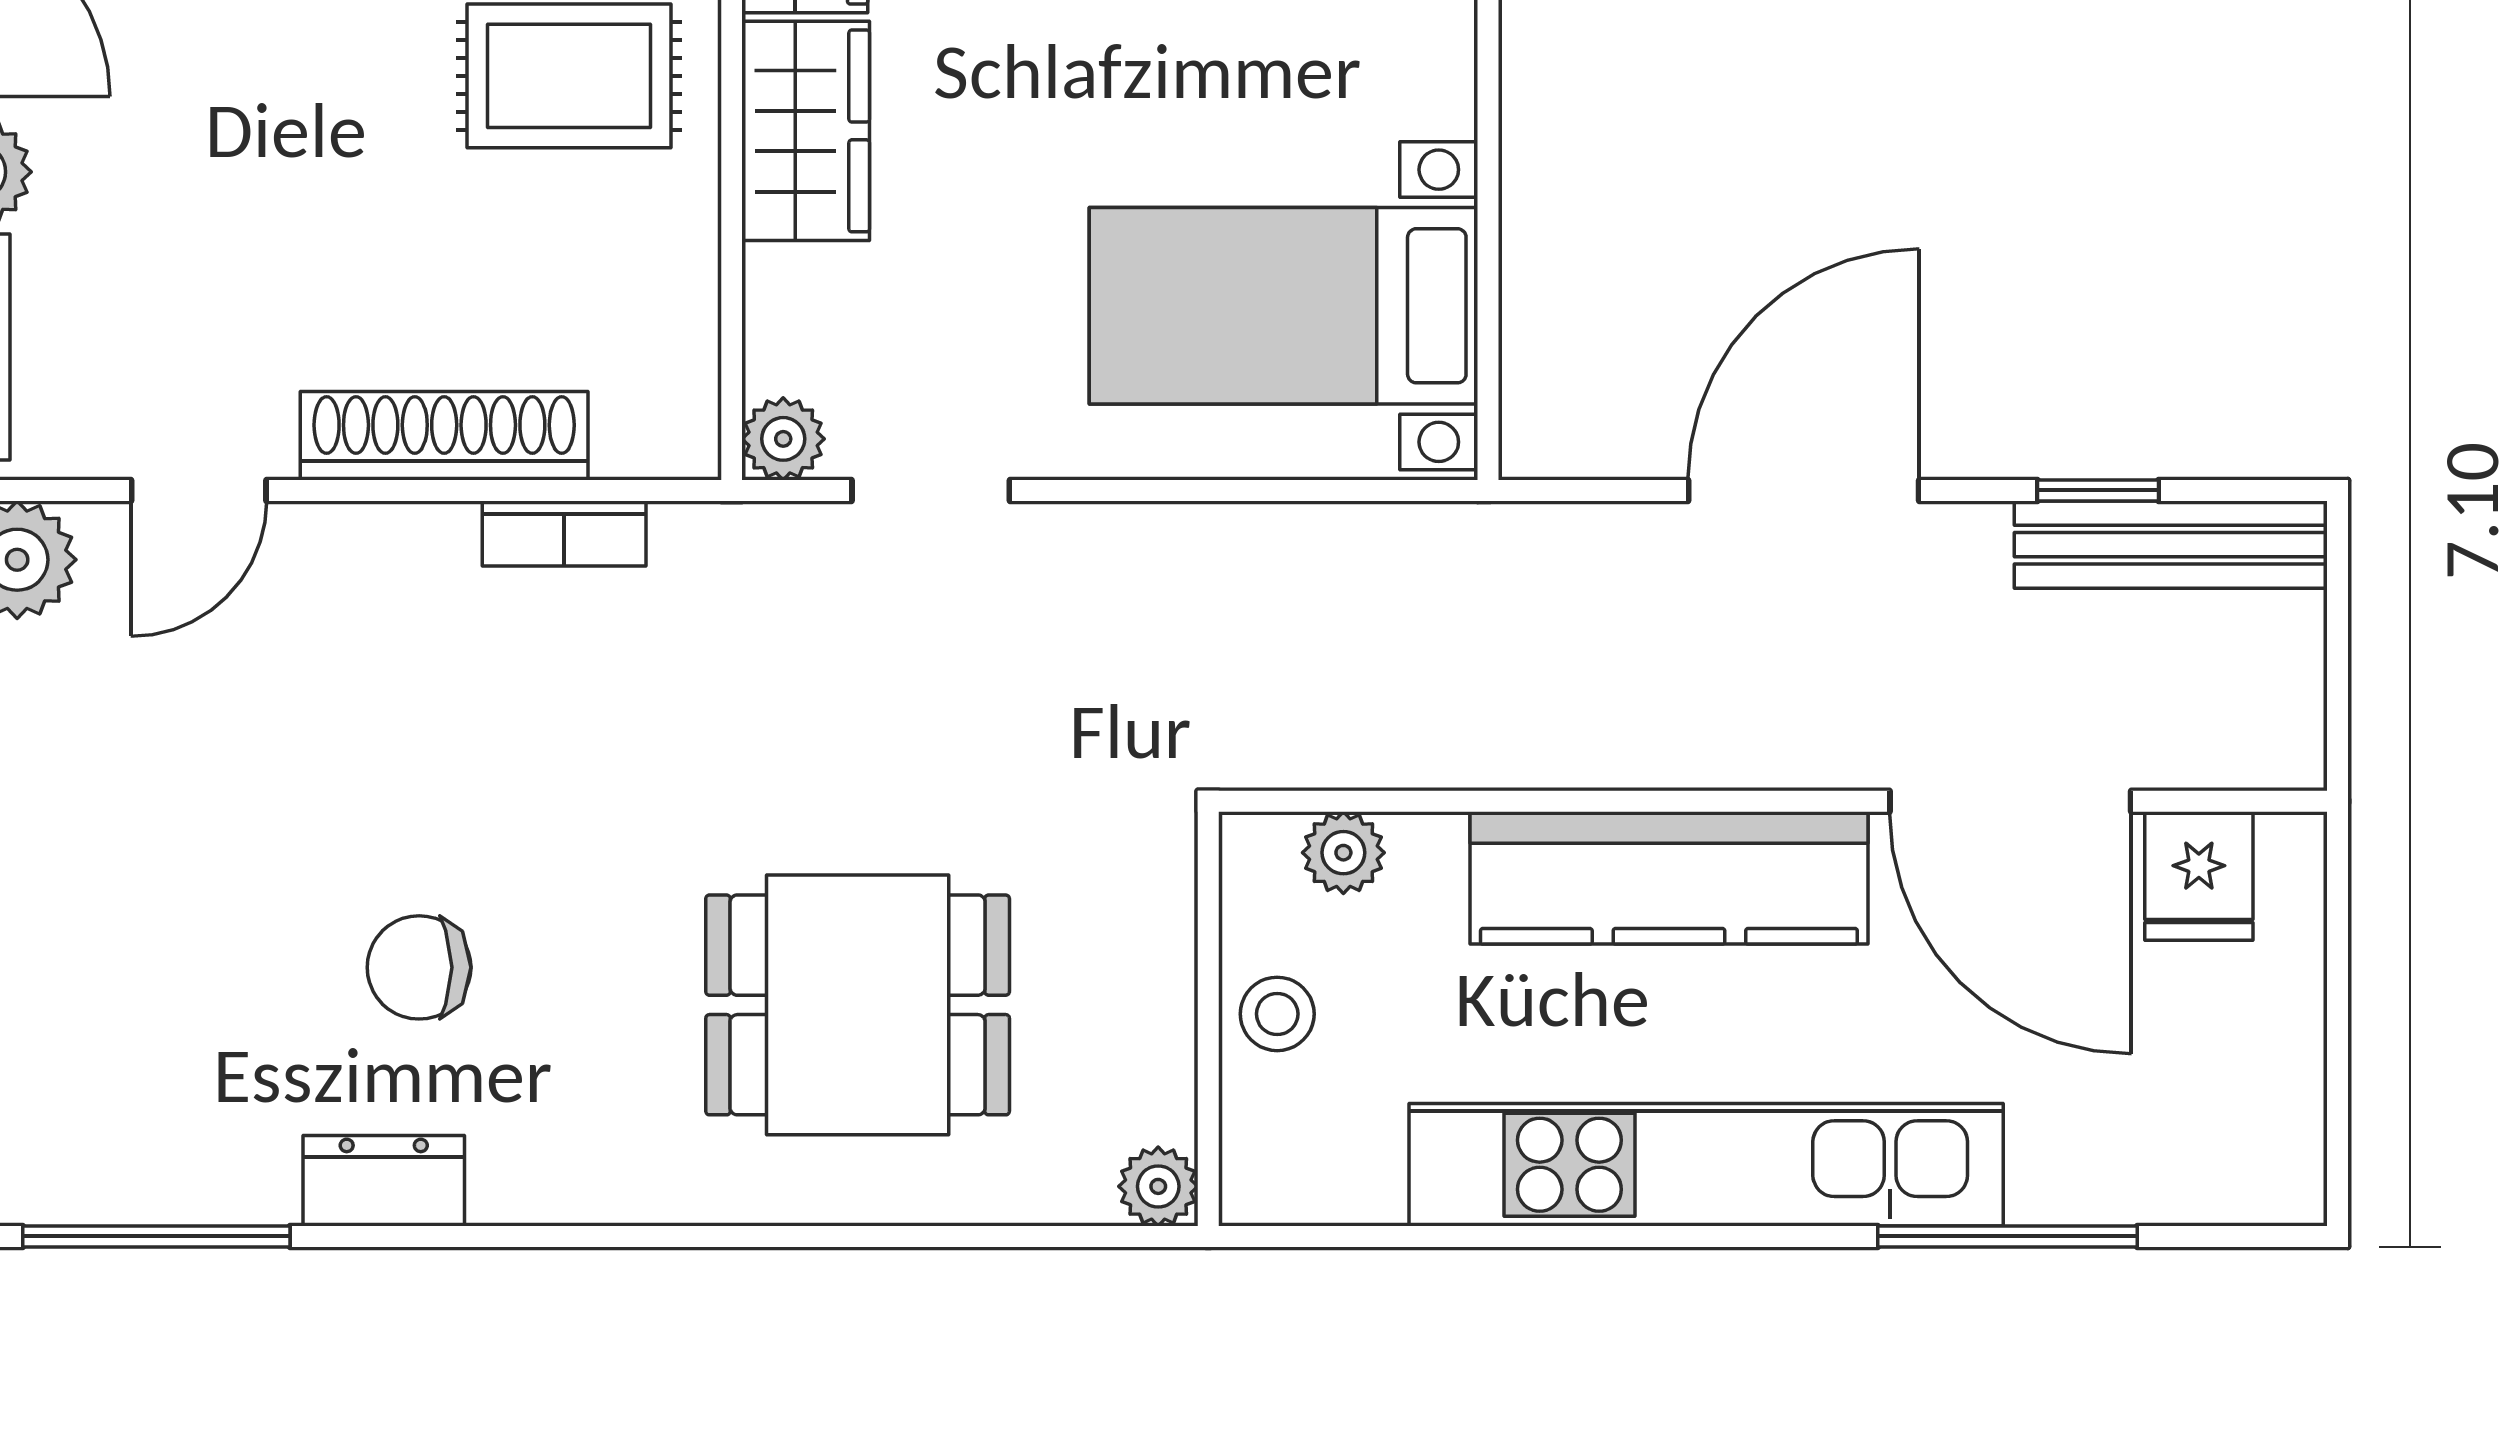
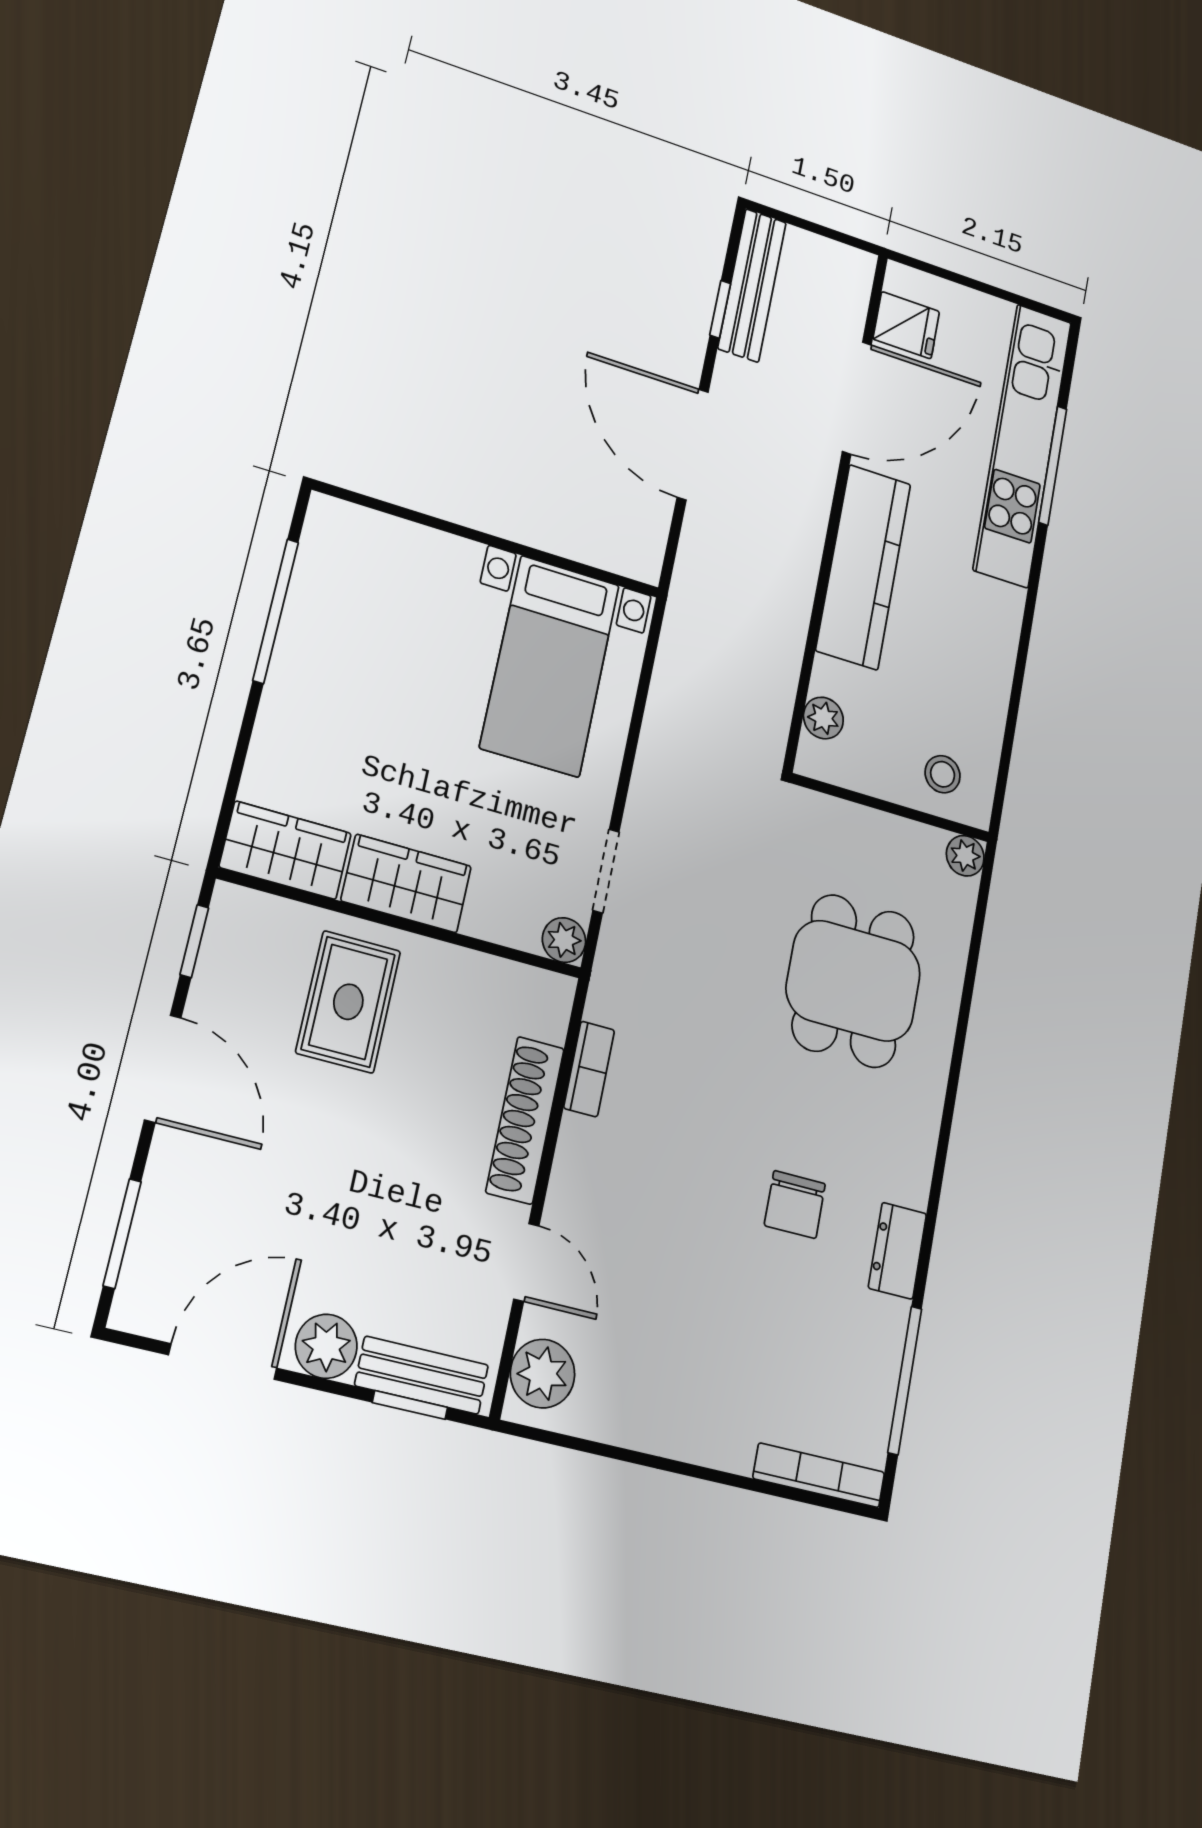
stool: (1277, 1014) -> (943, 774), moved
kitchen unit: (1706, 1165) -> (1023, 445), moved

